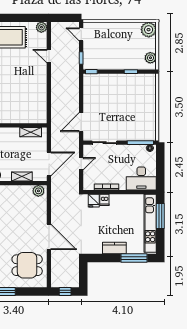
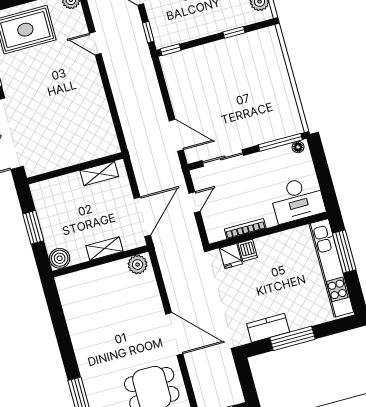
door: (81, 122) -> (176, 135), swing flipped
kitchen counter: (114, 248) -> (268, 328), moved
window: (134, 258) -> (292, 338), moved

